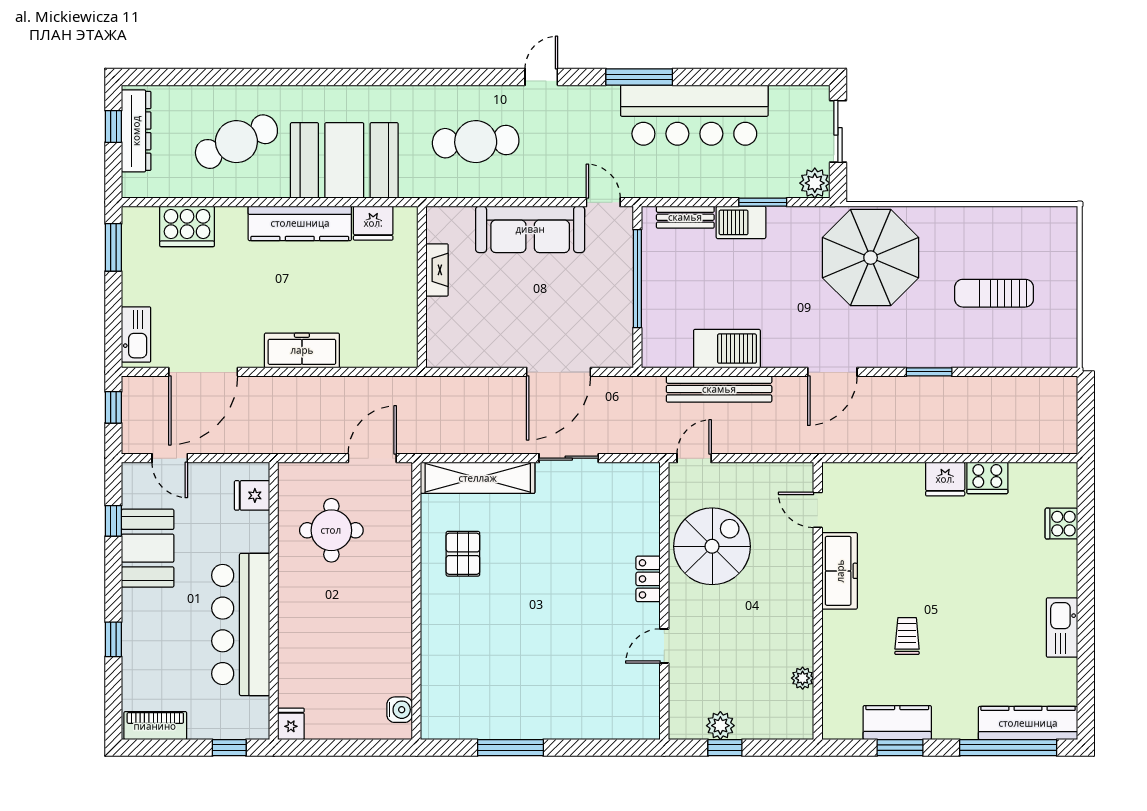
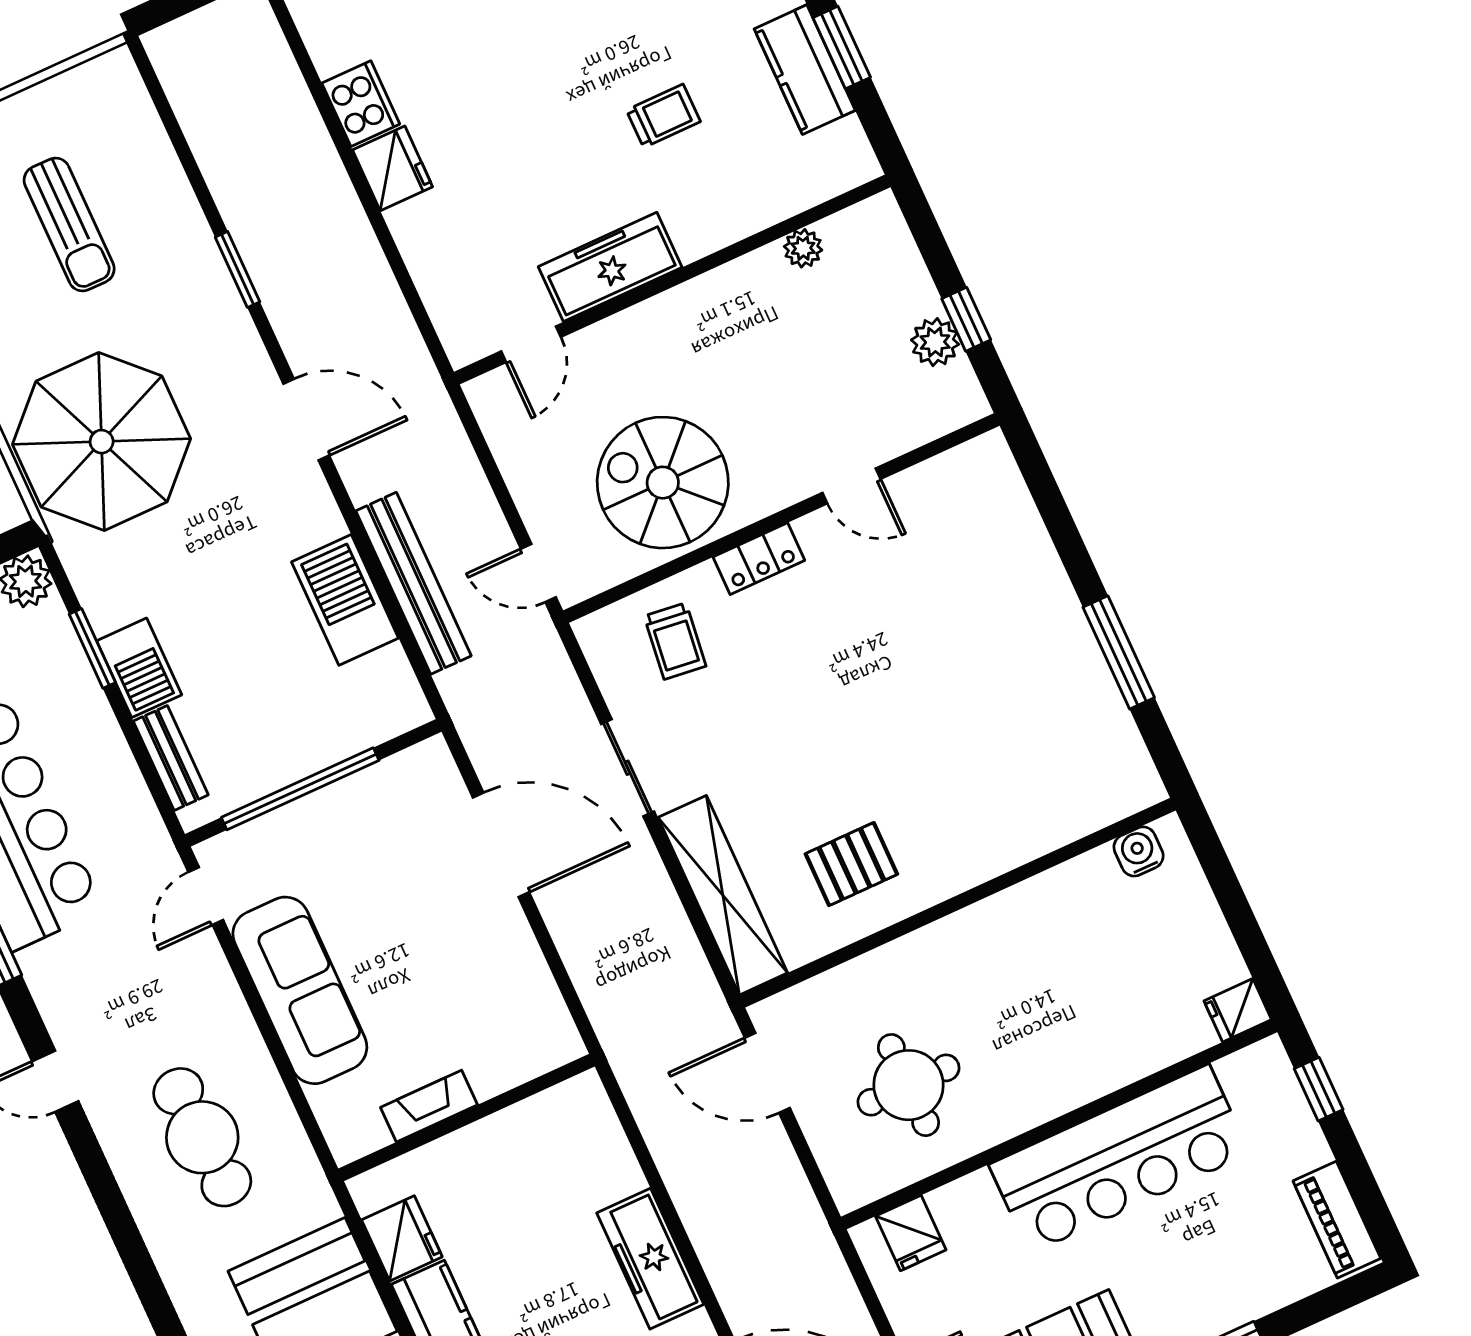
trolley: (625, 514) -> (675, 641), added
trolley: (907, 636) -> (663, 116), turned 180

